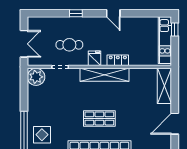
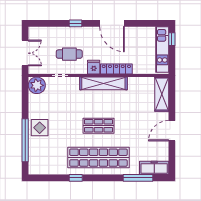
door: (113, 13) -> (112, 23), width x1.87
locker: (118, 60) -> (116, 69), width x1.53
display table: (42, 135) -> (40, 128), moved

